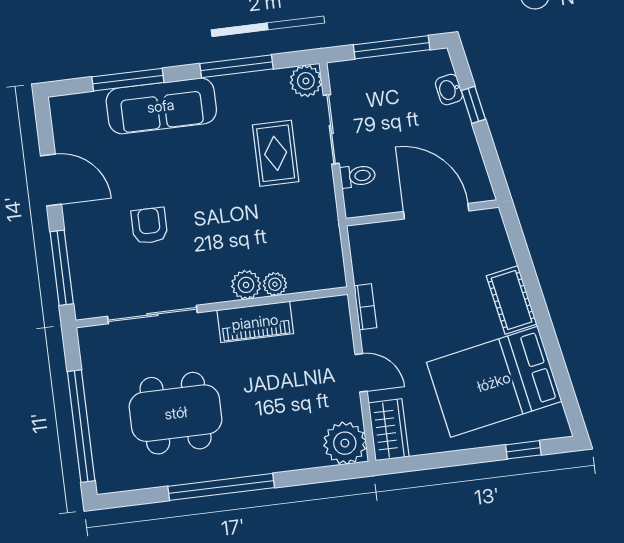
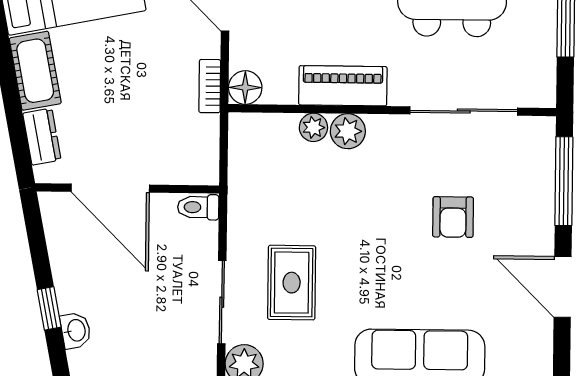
toilet: (358, 176) -> (198, 207), moved
dresser: (499, 246) -> (42, 137), added
floor lamp: (336, 310) -> (245, 88), added

